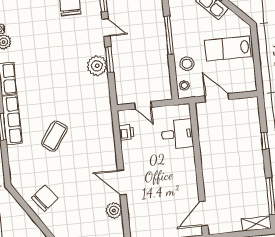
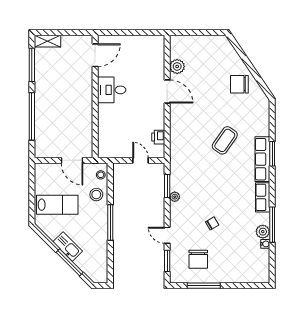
chair: (59, 45) -> (212, 223), added
window: (109, 60) -> (167, 186), moved
plant: (97, 66) -> (175, 197), width x0.53, depth x0.53
desk: (177, 134) -> (112, 90), moved
window: (265, 141) -> (32, 116), width x3.17
chair: (45, 198) -> (239, 84), turned 38

